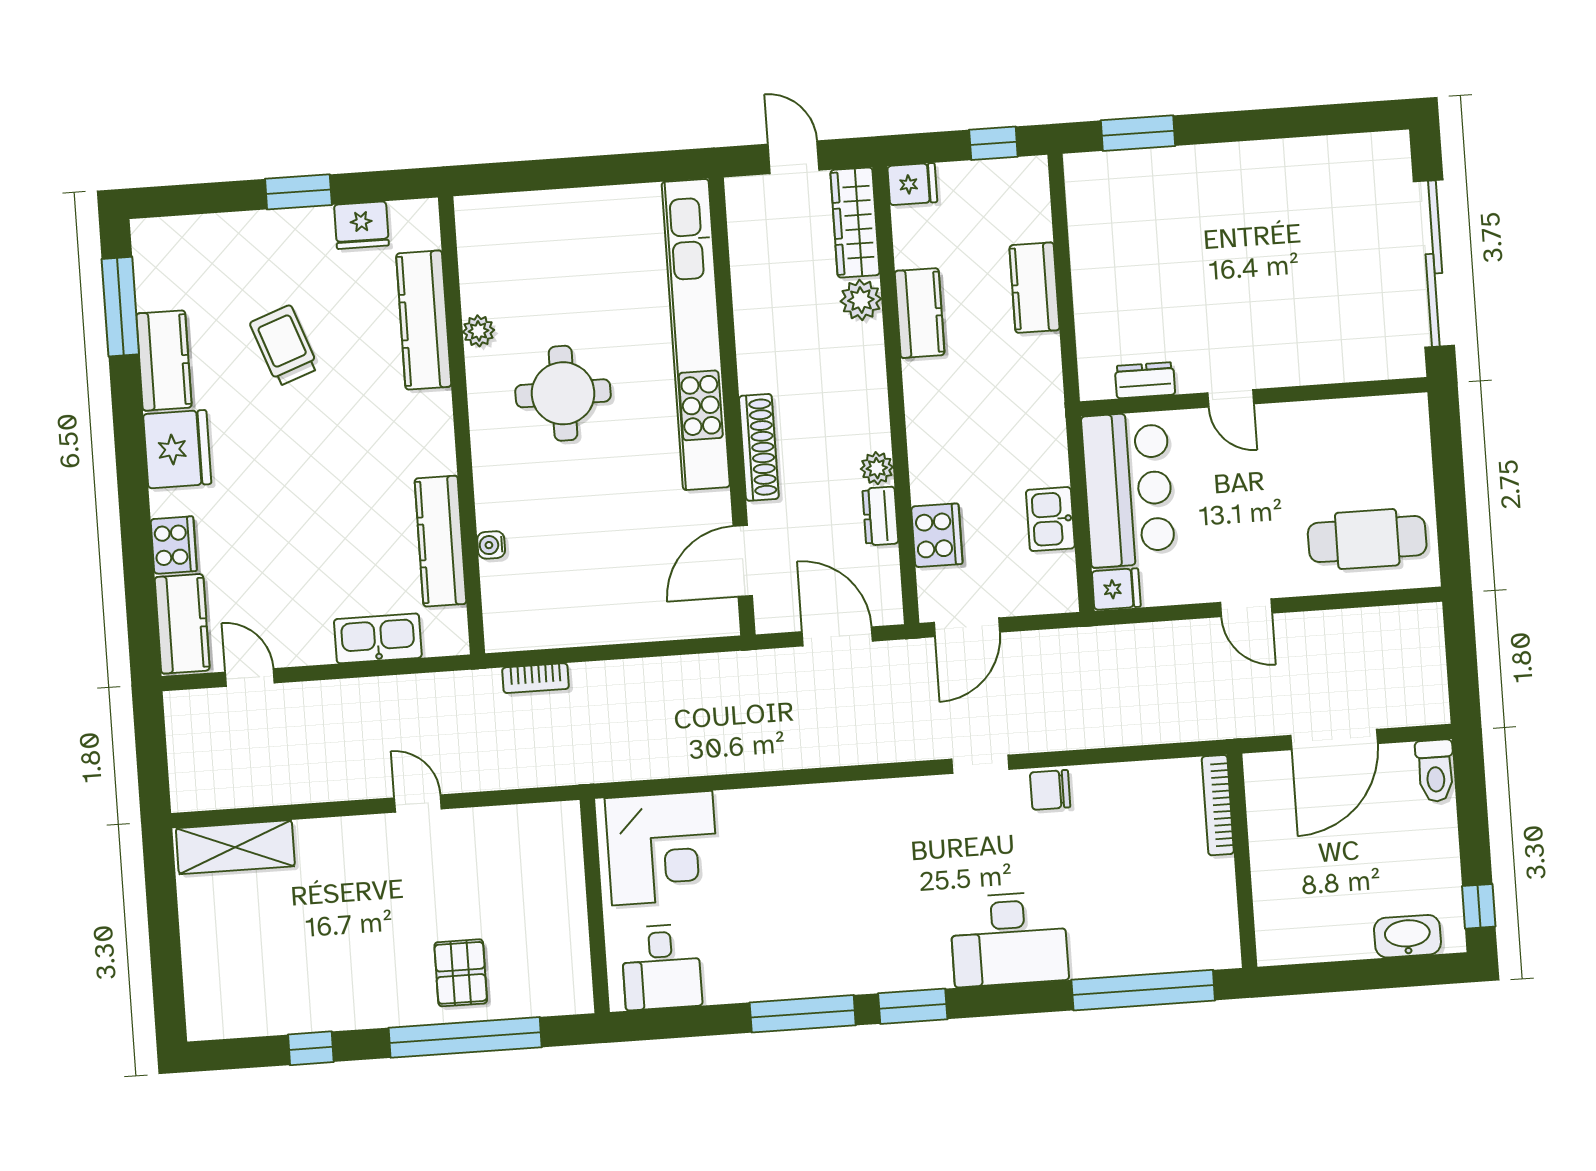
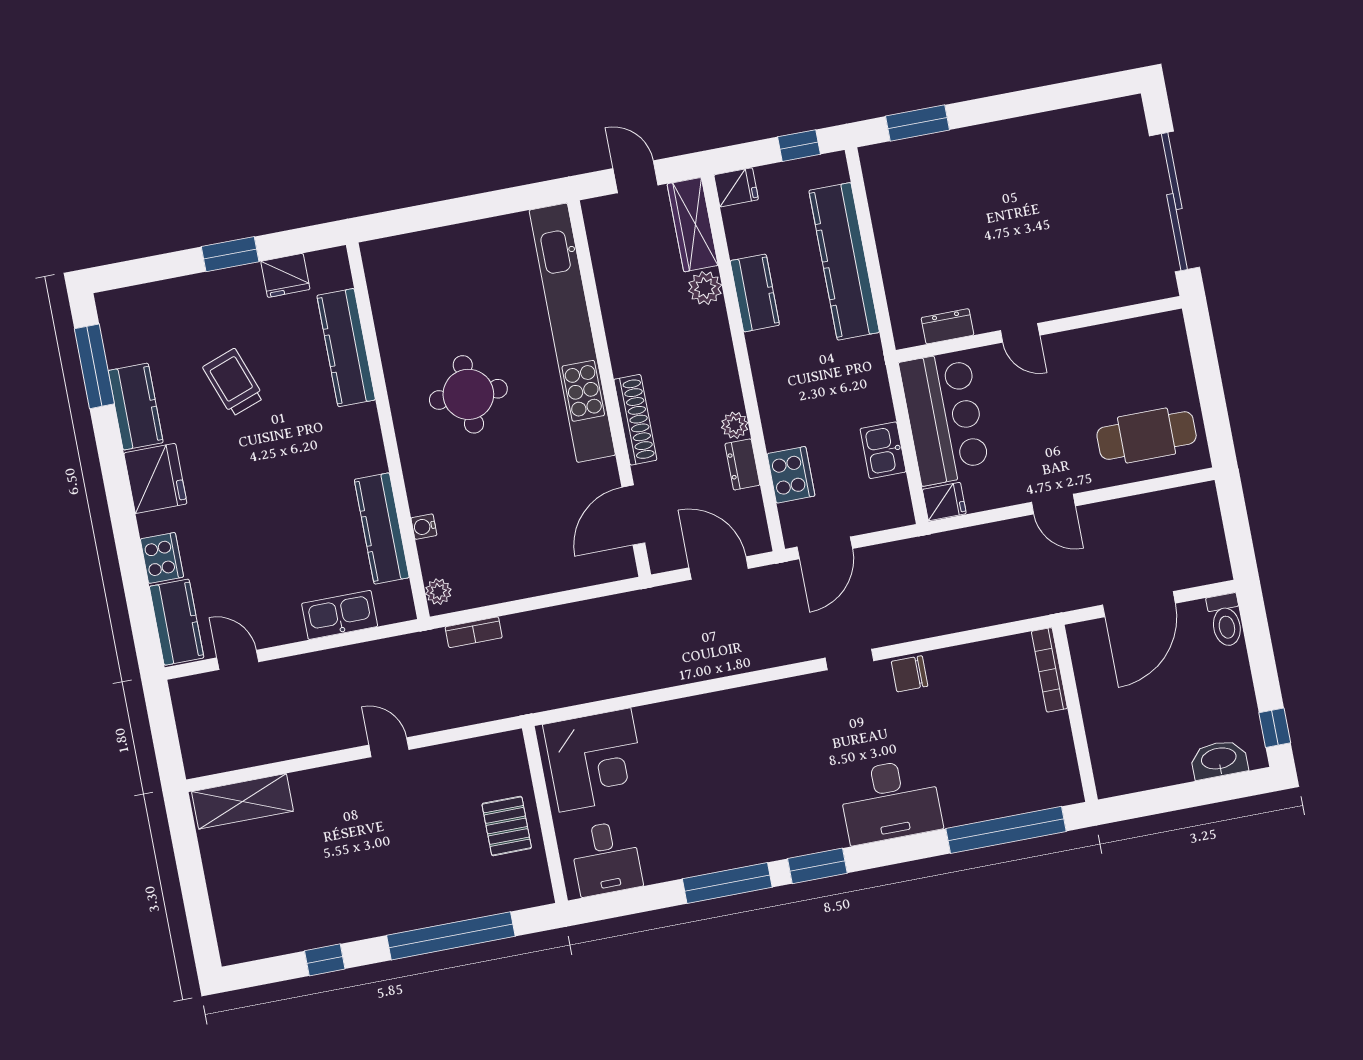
kitchen counter: (1035, 288) -> (844, 261), width x2.08, depth x1.17
plant: (478, 331) -> (438, 592), moved
pallet: (461, 973) -> (507, 826), moved

